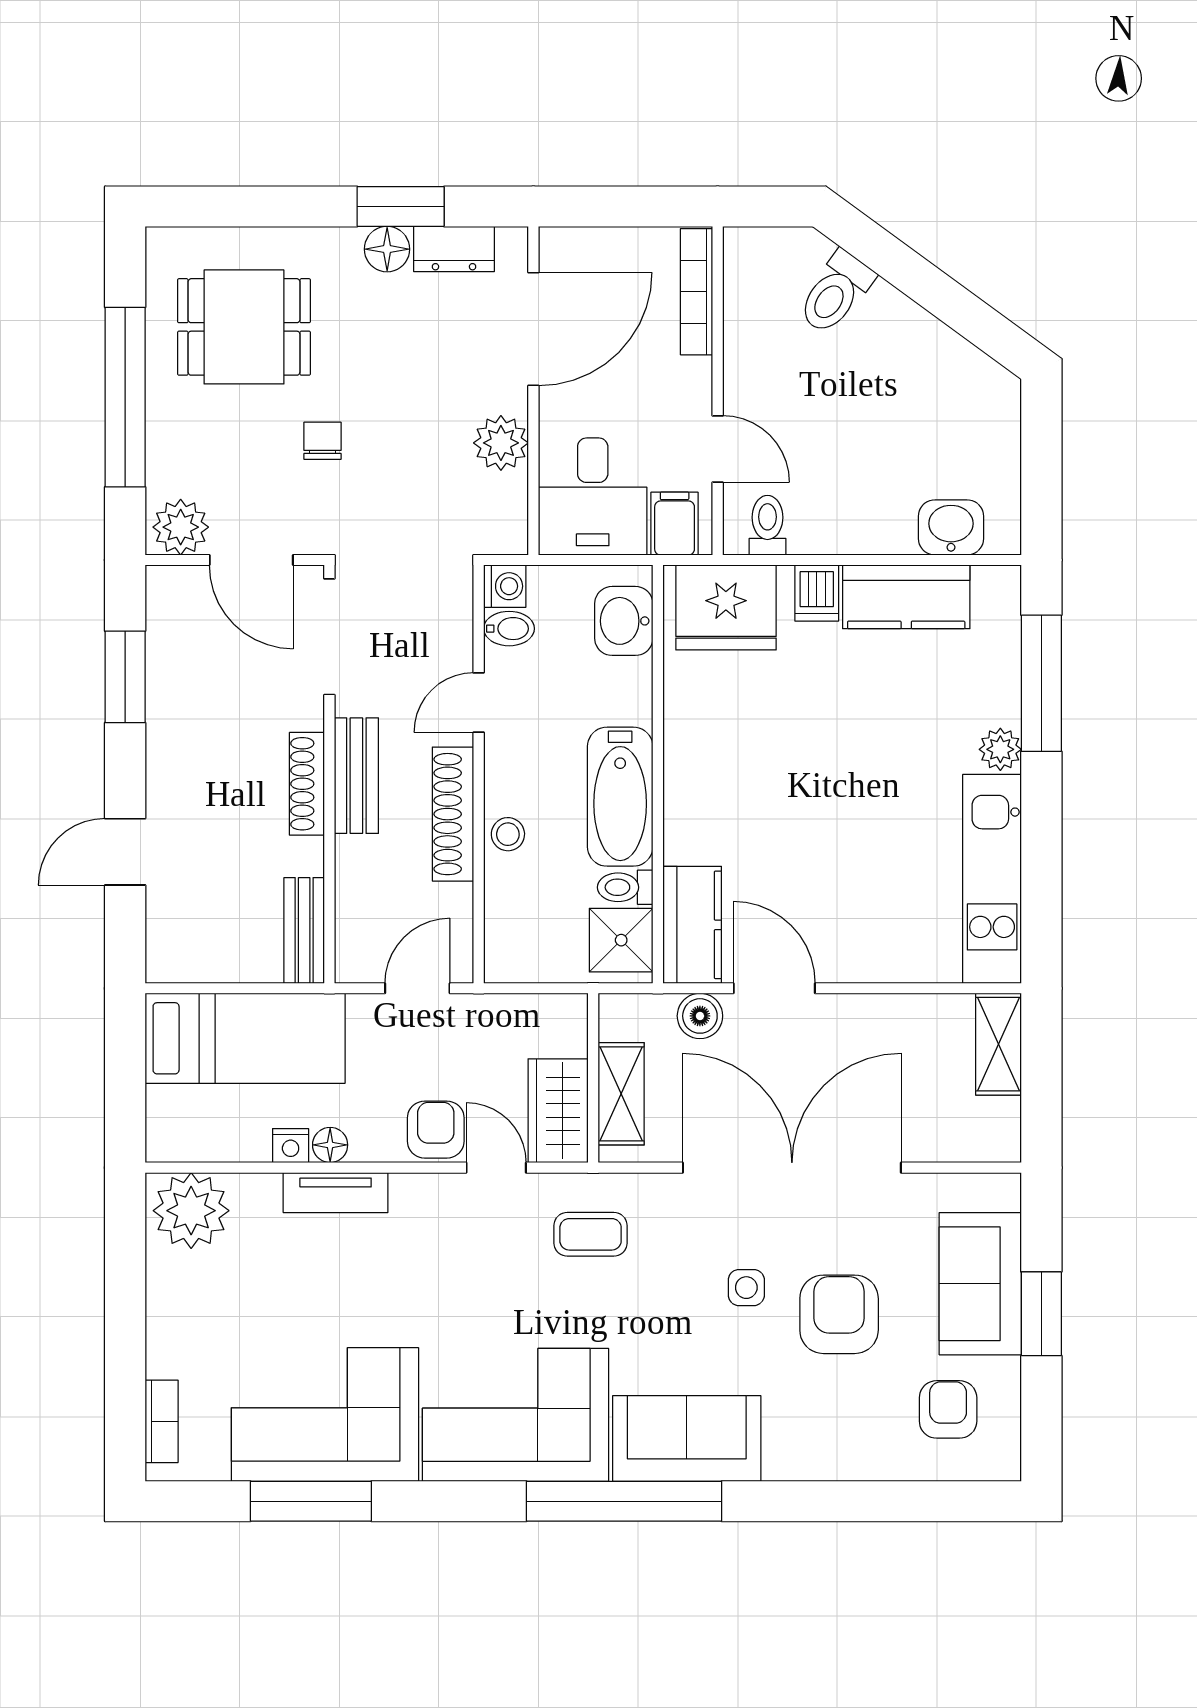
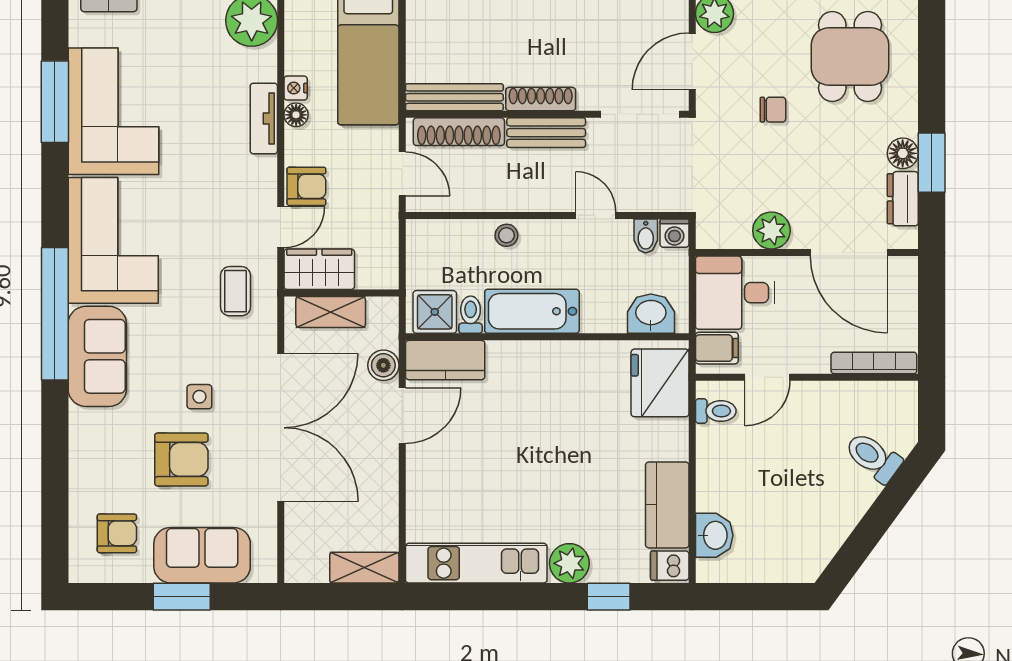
dishwasher: (817, 593) -> (670, 566), moved
window: (1041, 683) -> (609, 597), width x0.46
plant: (1000, 749) -> (569, 563), width x1.38, depth x1.38
shoe rack: (453, 814) -> (459, 132), moved, turned 180
bench: (304, 930) -> (454, 97), width x1.36

